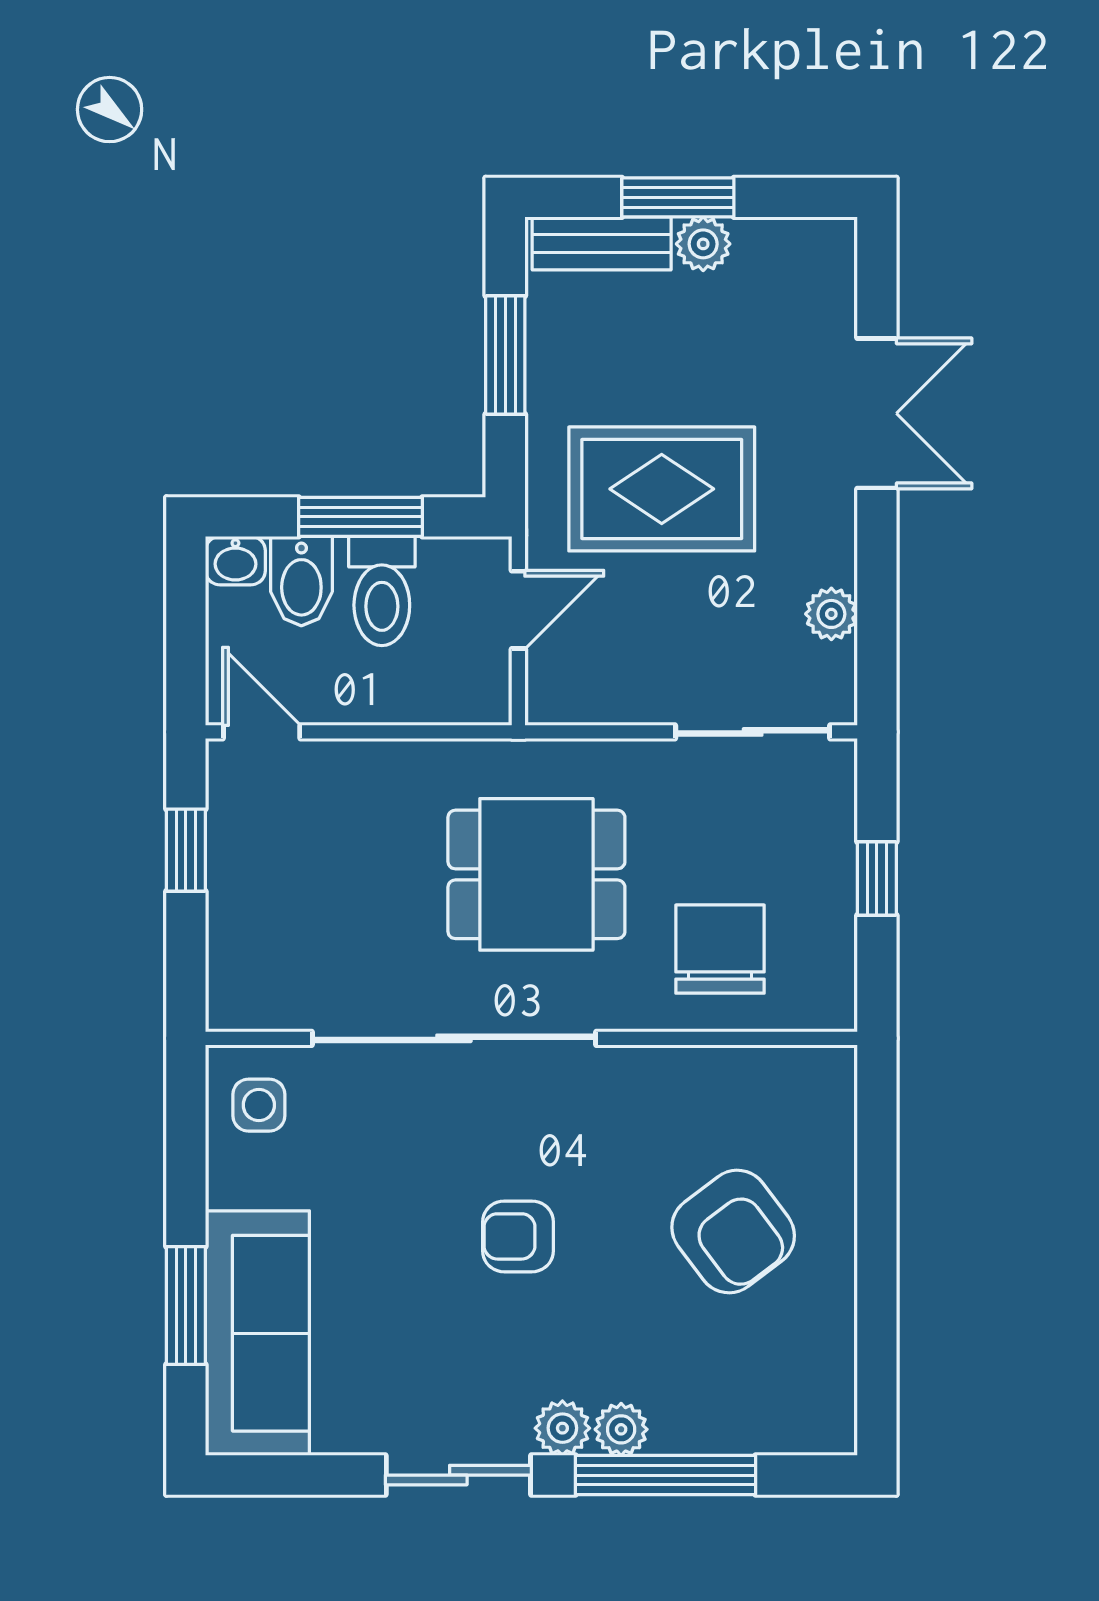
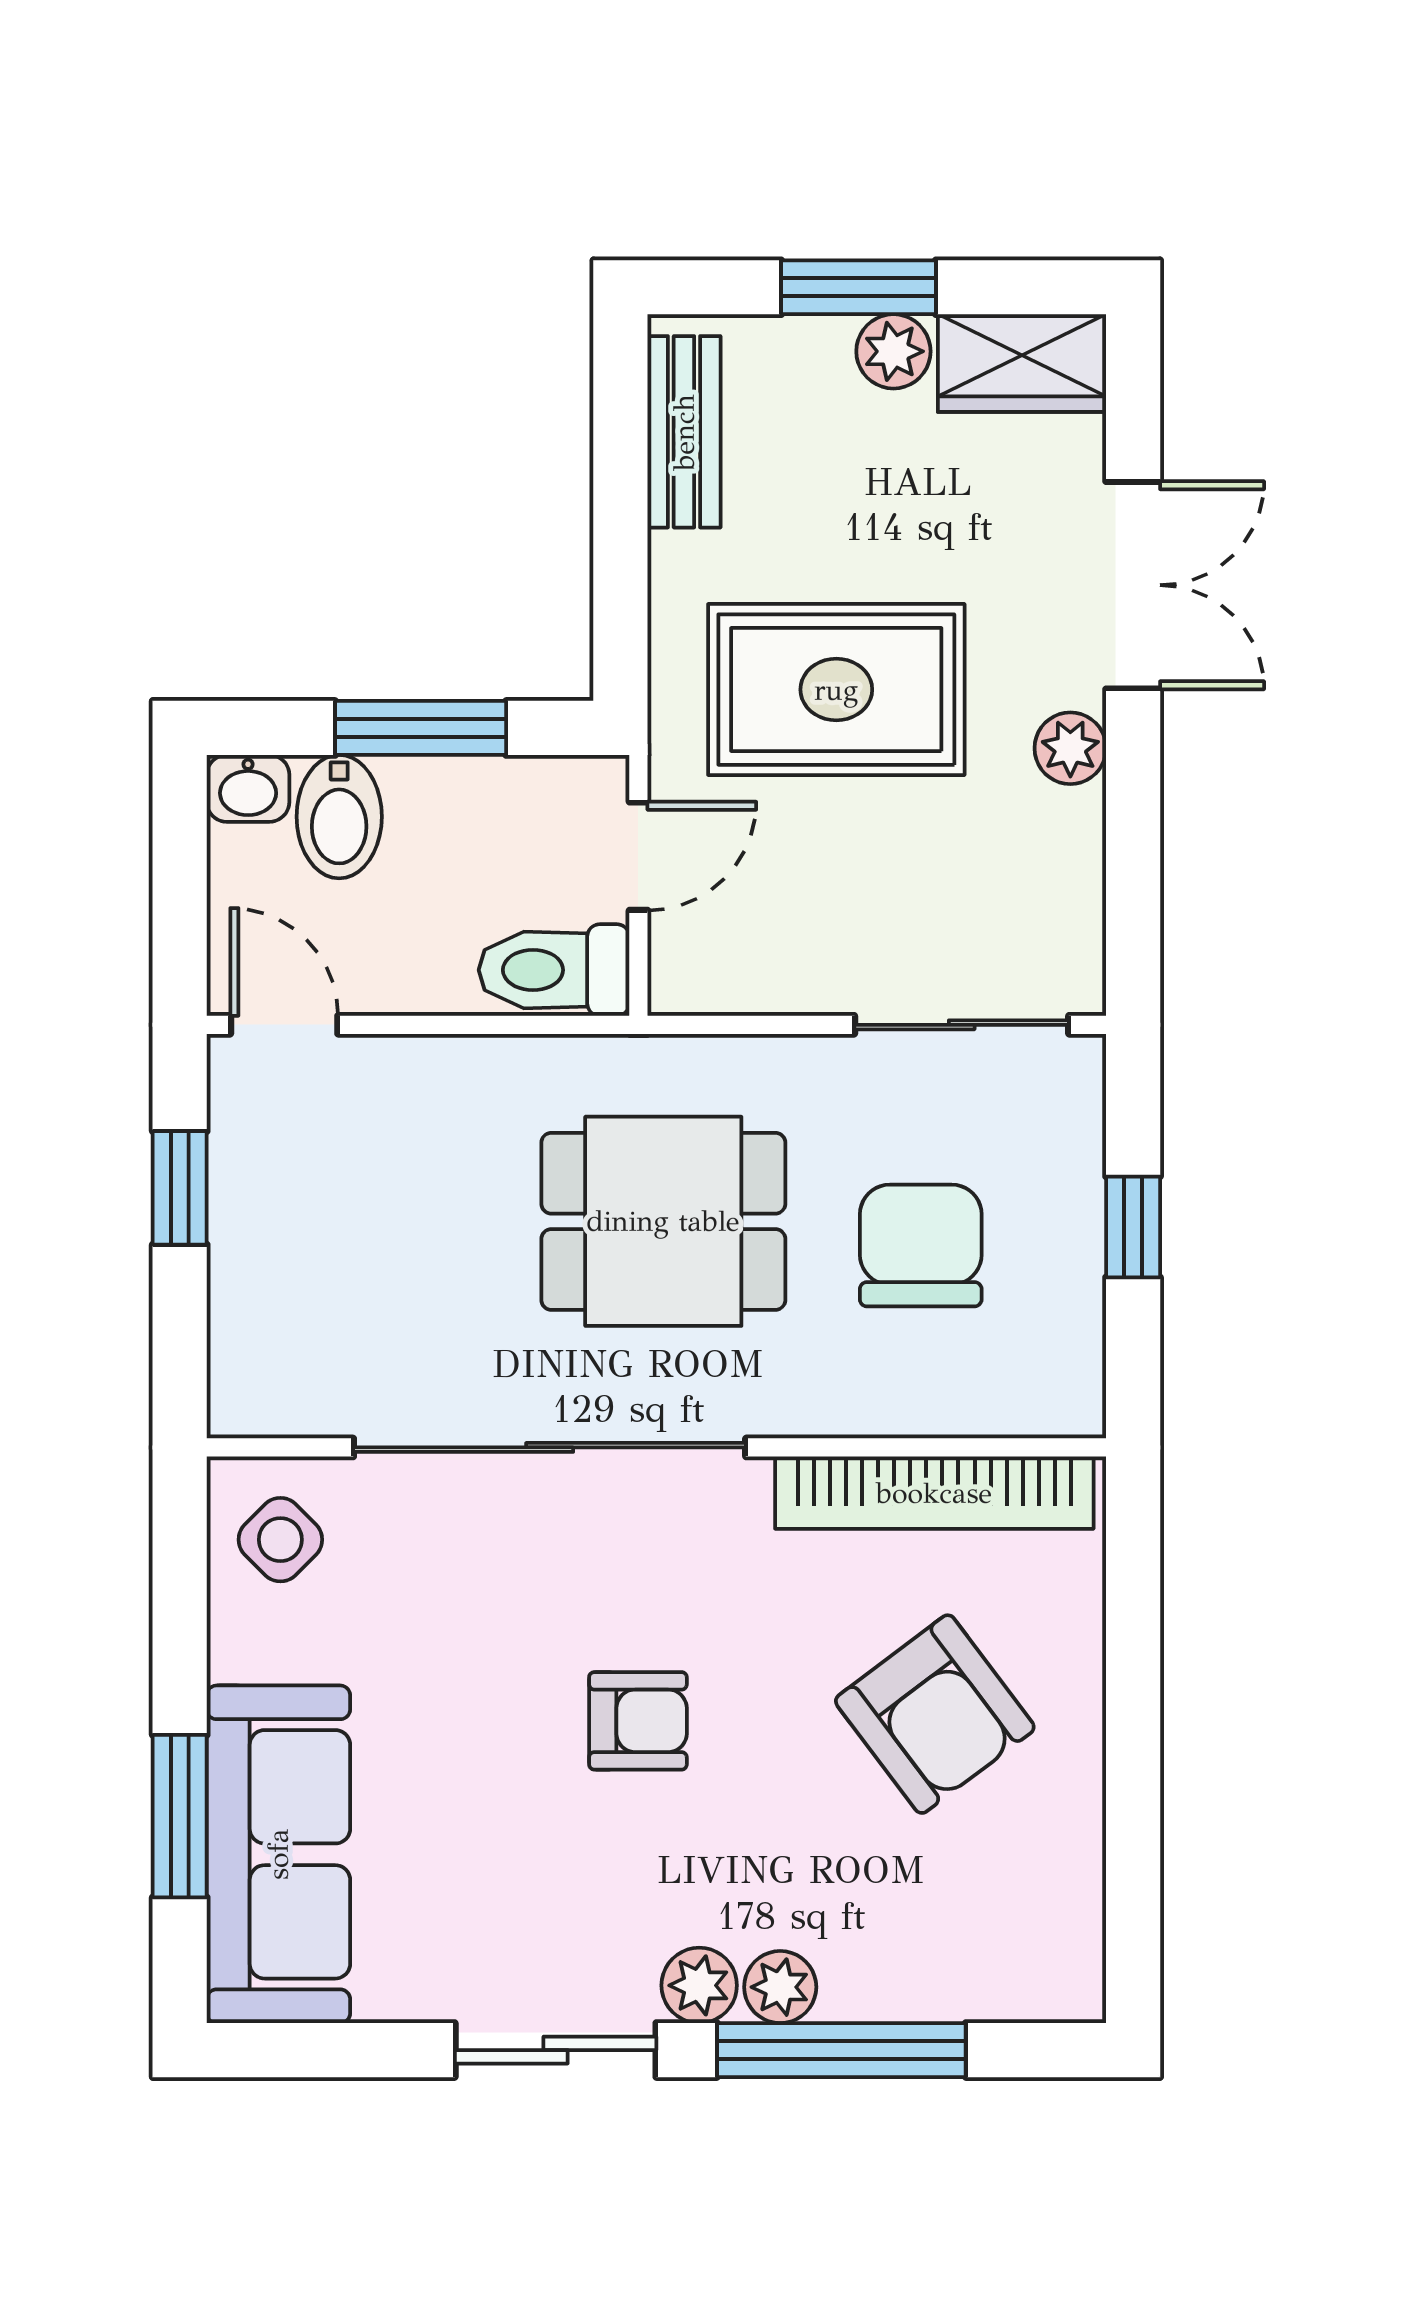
bench: (602, 243) -> (684, 432), moved, turned 90
wardrobe: (796, 252) -> (1022, 363), added
window: (505, 355) -> (620, 505), removed
toilet: (382, 591) -> (554, 970), moved, turned 90
plant: (831, 614) -> (1070, 748), moved
chair: (720, 949) -> (921, 1246), moved
bookcase: (733, 1071) -> (934, 1493), added
side table: (259, 1105) -> (280, 1540), turned 45
armchair: (518, 1236) -> (638, 1721), turned 180

